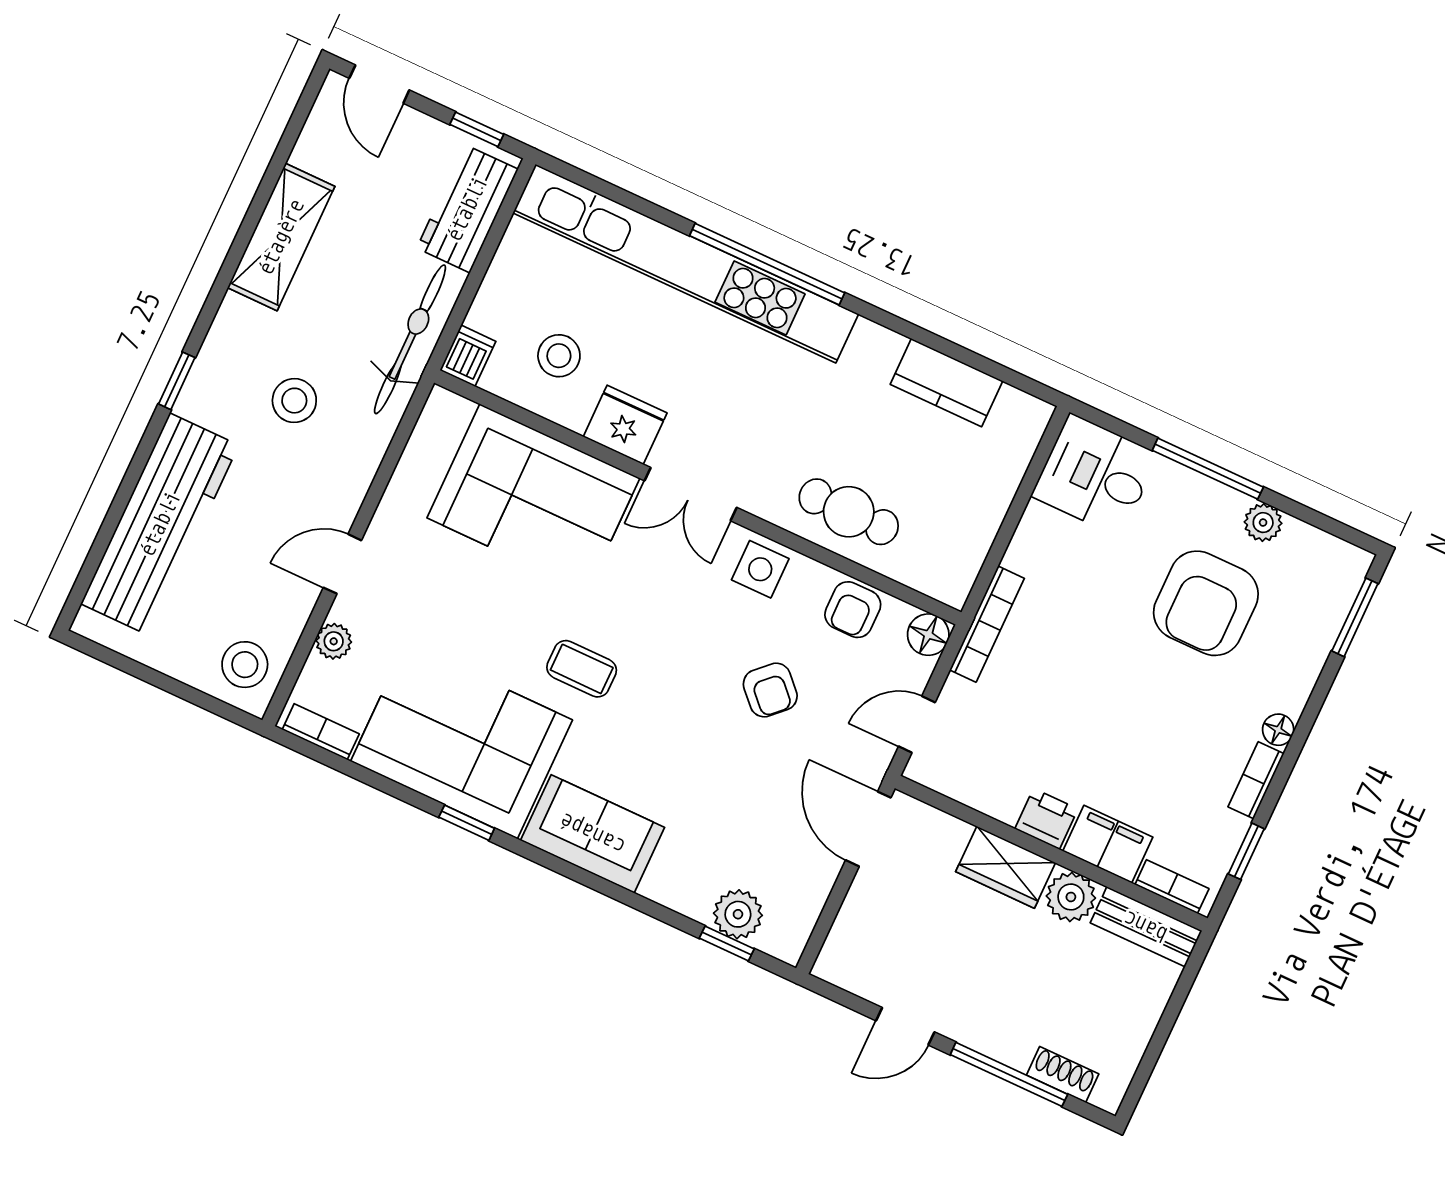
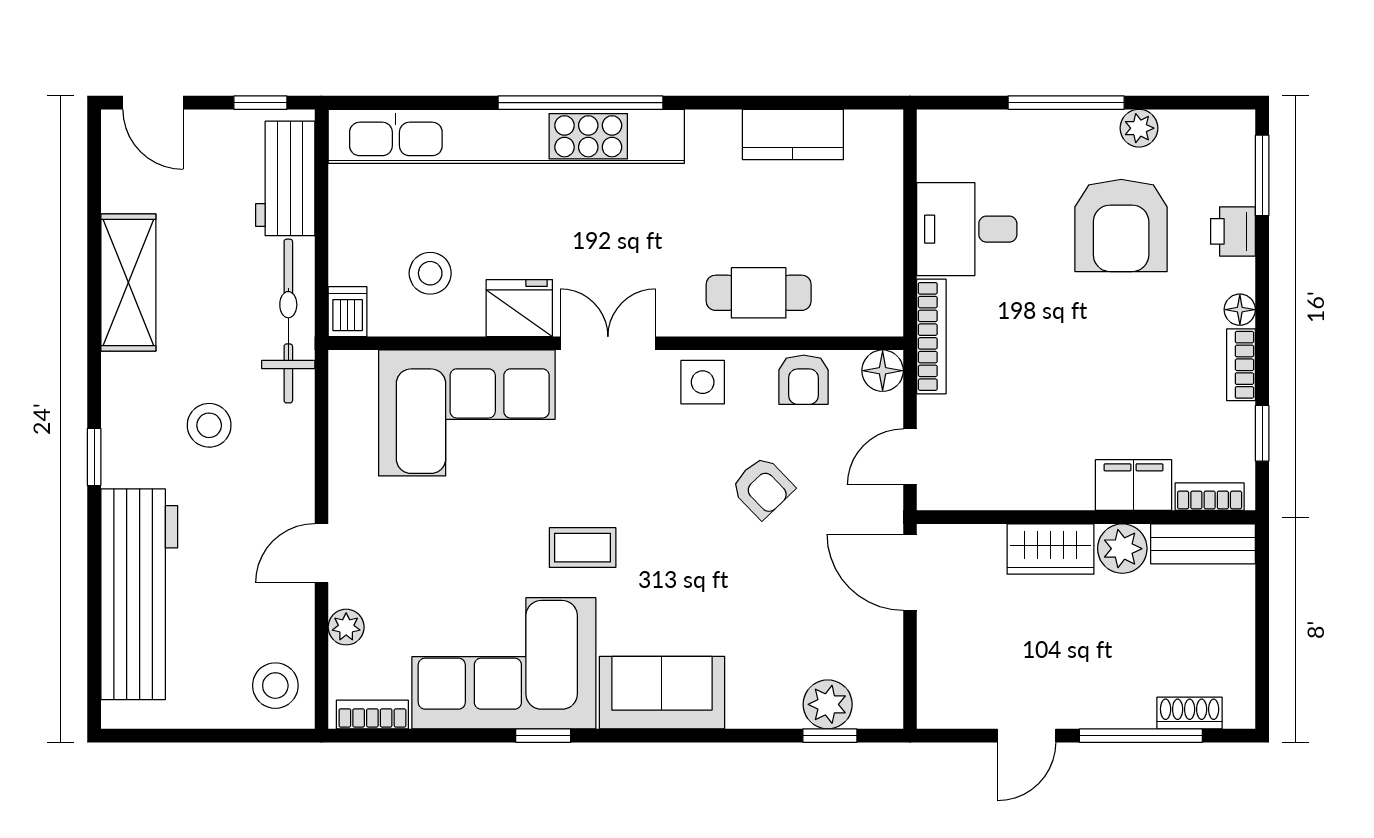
desk: (1095, 475) -> (967, 229), moved
double door: (691, 494) -> (608, 343), swing flipped
printer: (1046, 819) -> (1233, 231), moved, turned -90

